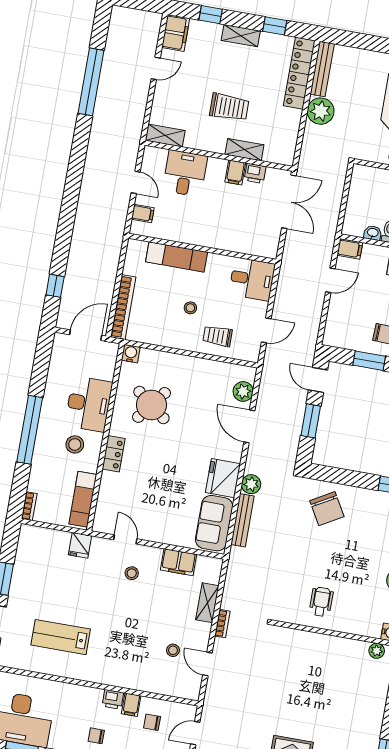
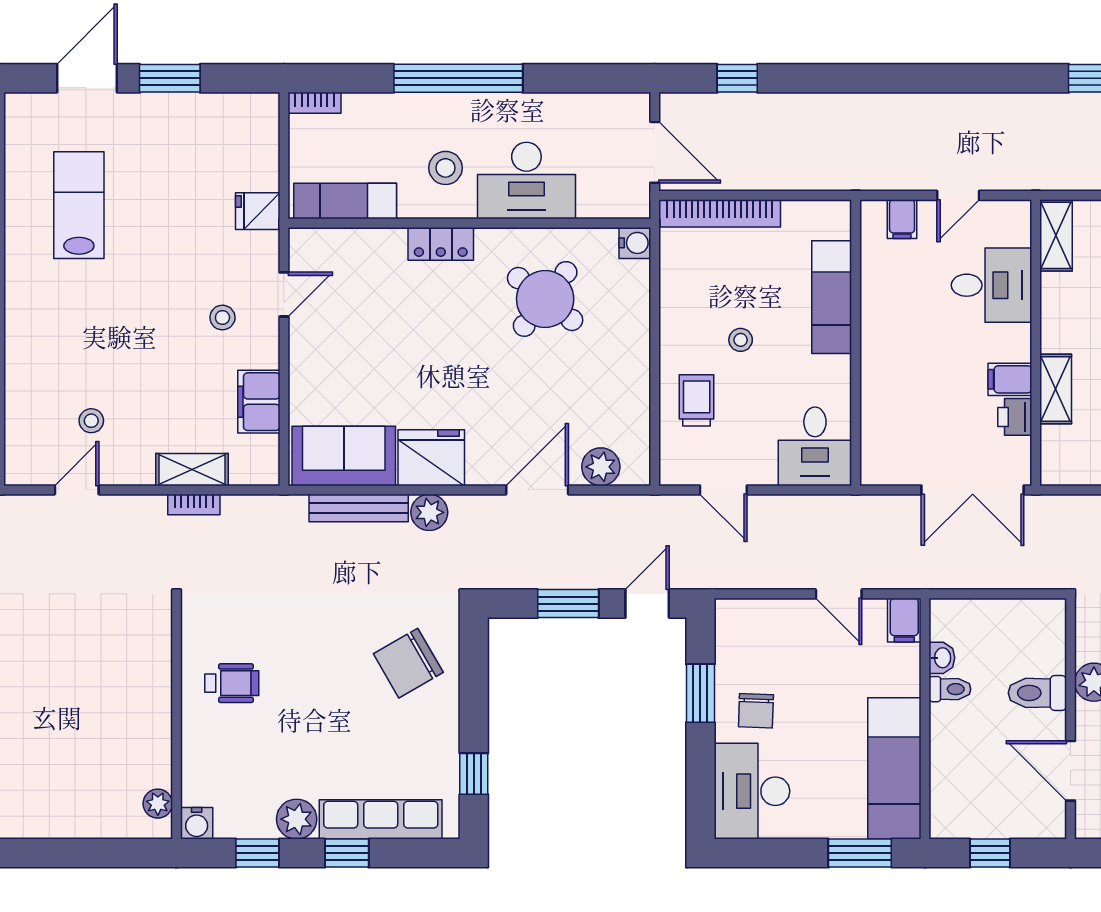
bookcase: (222, 624) -> (194, 504), moved

